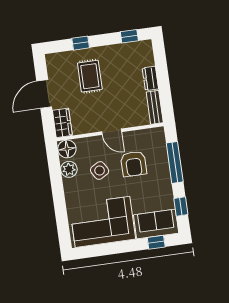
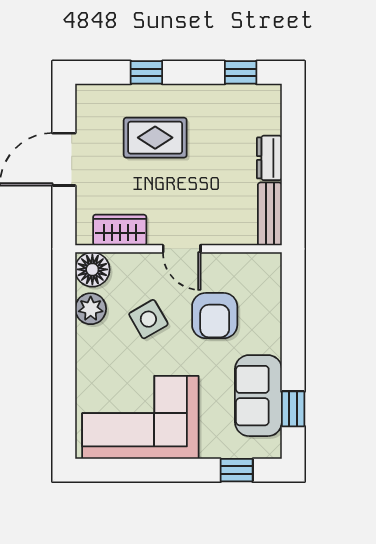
rug: (90, 76) -> (155, 138), turned 90
wardrobe: (62, 123) -> (120, 230), moved, turned -90
window: (175, 162) -> (293, 324), removed
sofa: (156, 224) -> (258, 396), moved, turned -90

